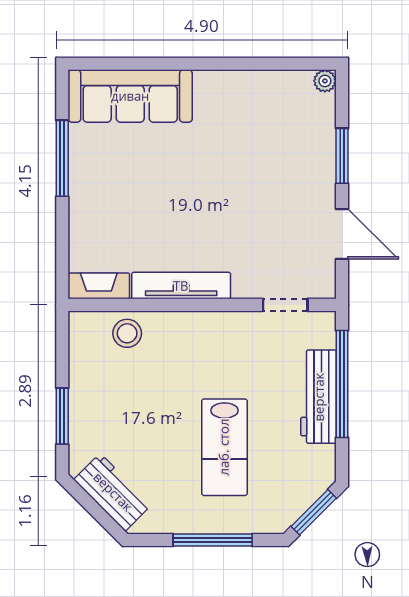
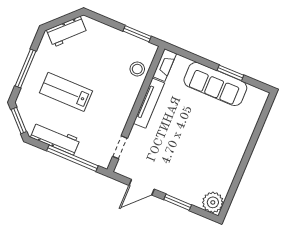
plant: (325, 81) -> (213, 202), width x1.88, depth x1.88
sofa: (130, 96) -> (215, 84), moved, turned -90
window: (62, 158) -> (230, 73), width x0.69
workbench: (319, 397) -> (55, 138), moved
window: (62, 416) -> (137, 34), moved

